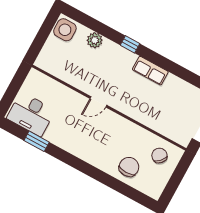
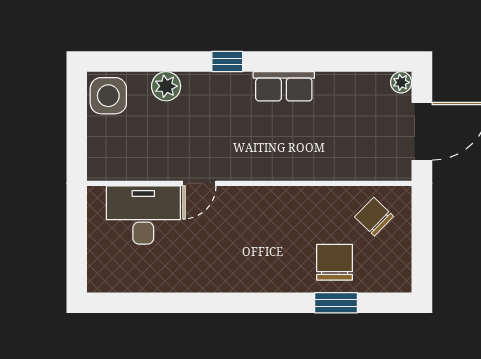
door: (98, 102) -> (199, 183), moved
desk: (31, 114) -> (143, 215), moved, turned 180
window: (37, 141) -> (336, 303), moved

